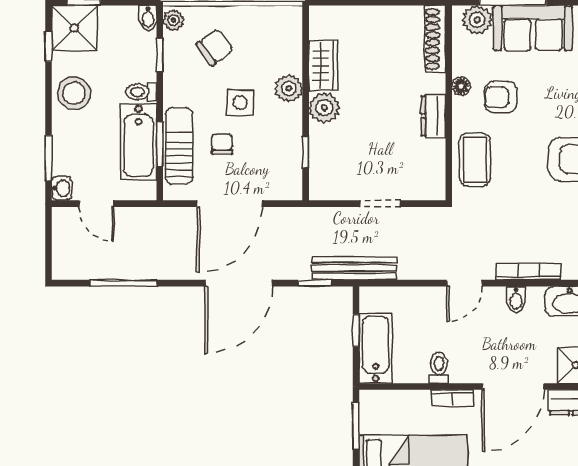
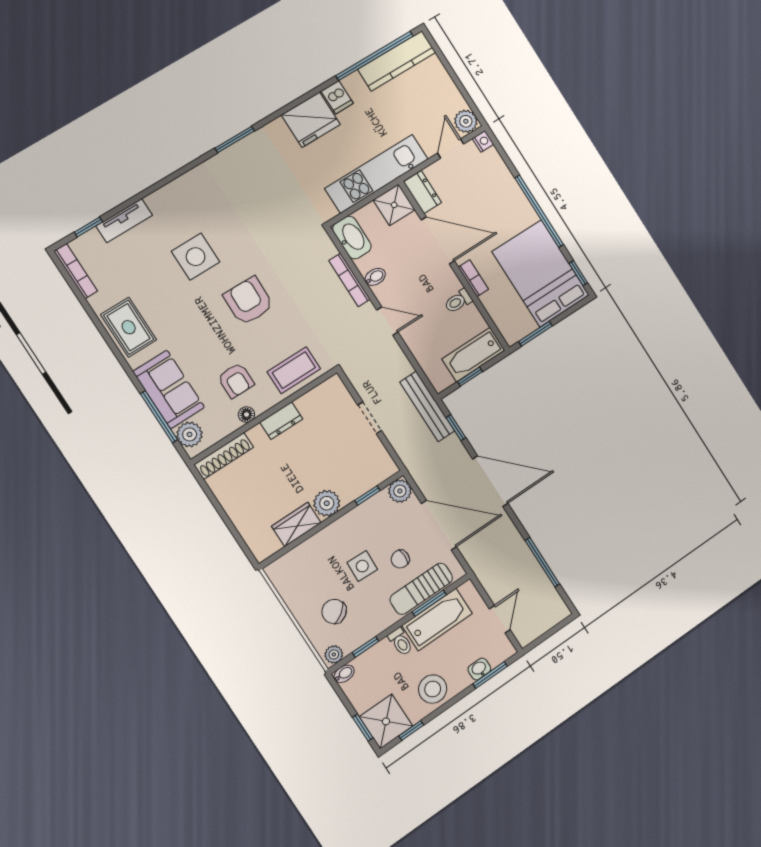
plant: (289, 88) -> (400, 491), moved
washbasin: (62, 188) -> (479, 669), moved

